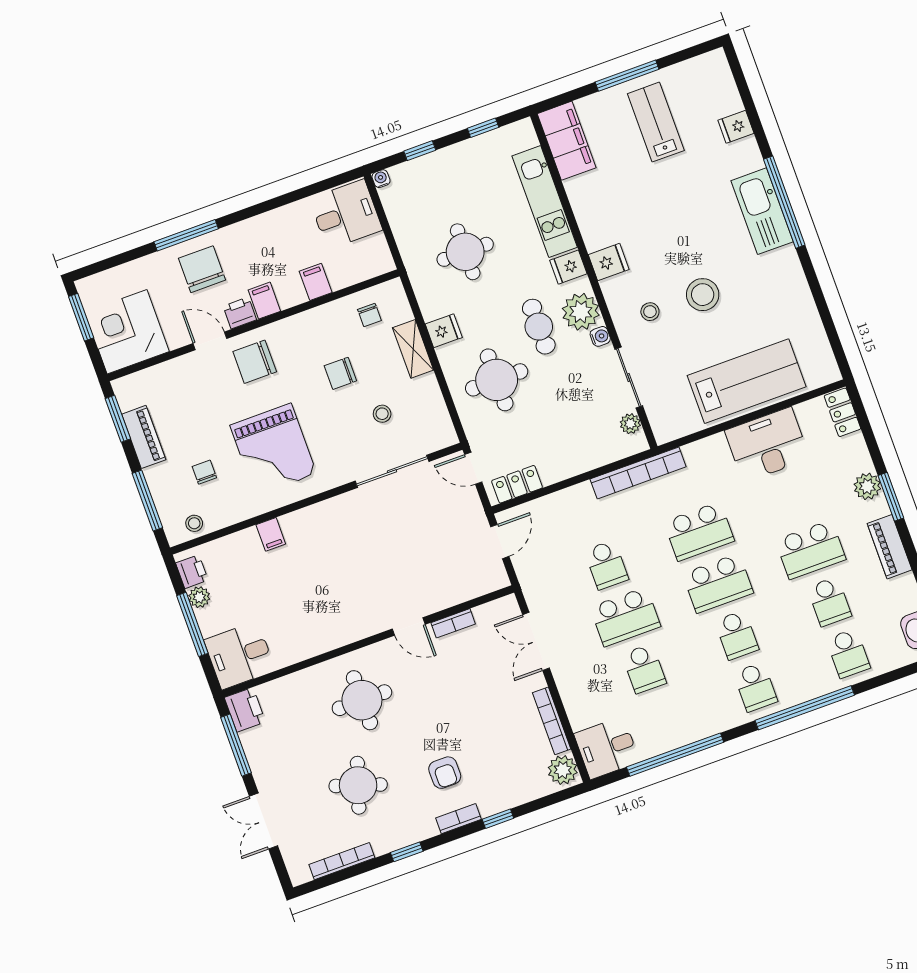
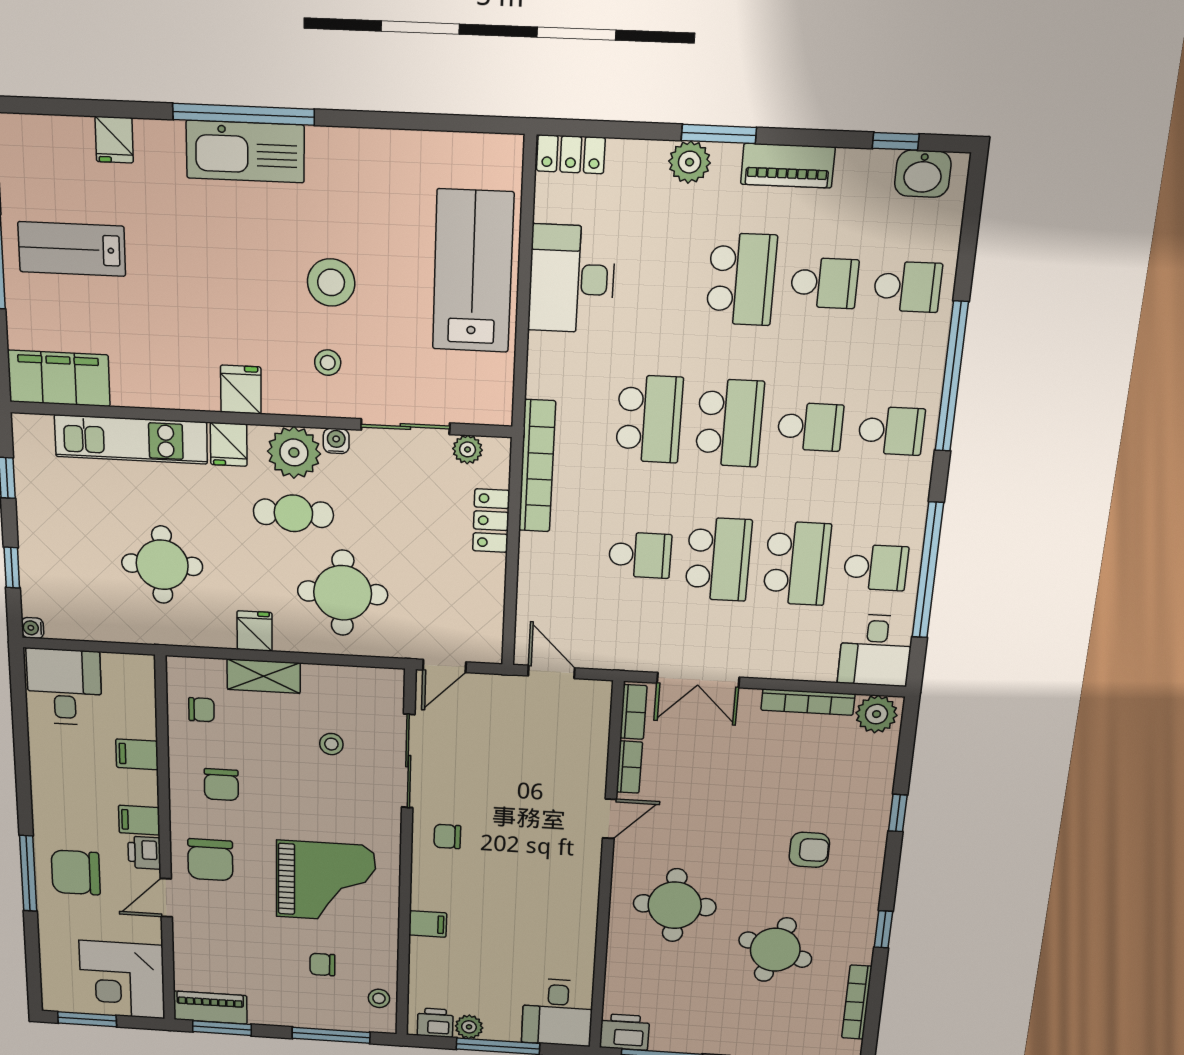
chair: (340, 373) -> (221, 785), moved
piano: (144, 437) -> (210, 1008), moved
locker: (517, 484) -> (491, 521), moved
chair: (346, 521) -> (447, 836), added
school desk: (644, 669) -> (797, 563), width x1.85
school desk: (663, 721) -> (876, 567), added
bookcase: (458, 819) -> (633, 712), moved, turned 180

